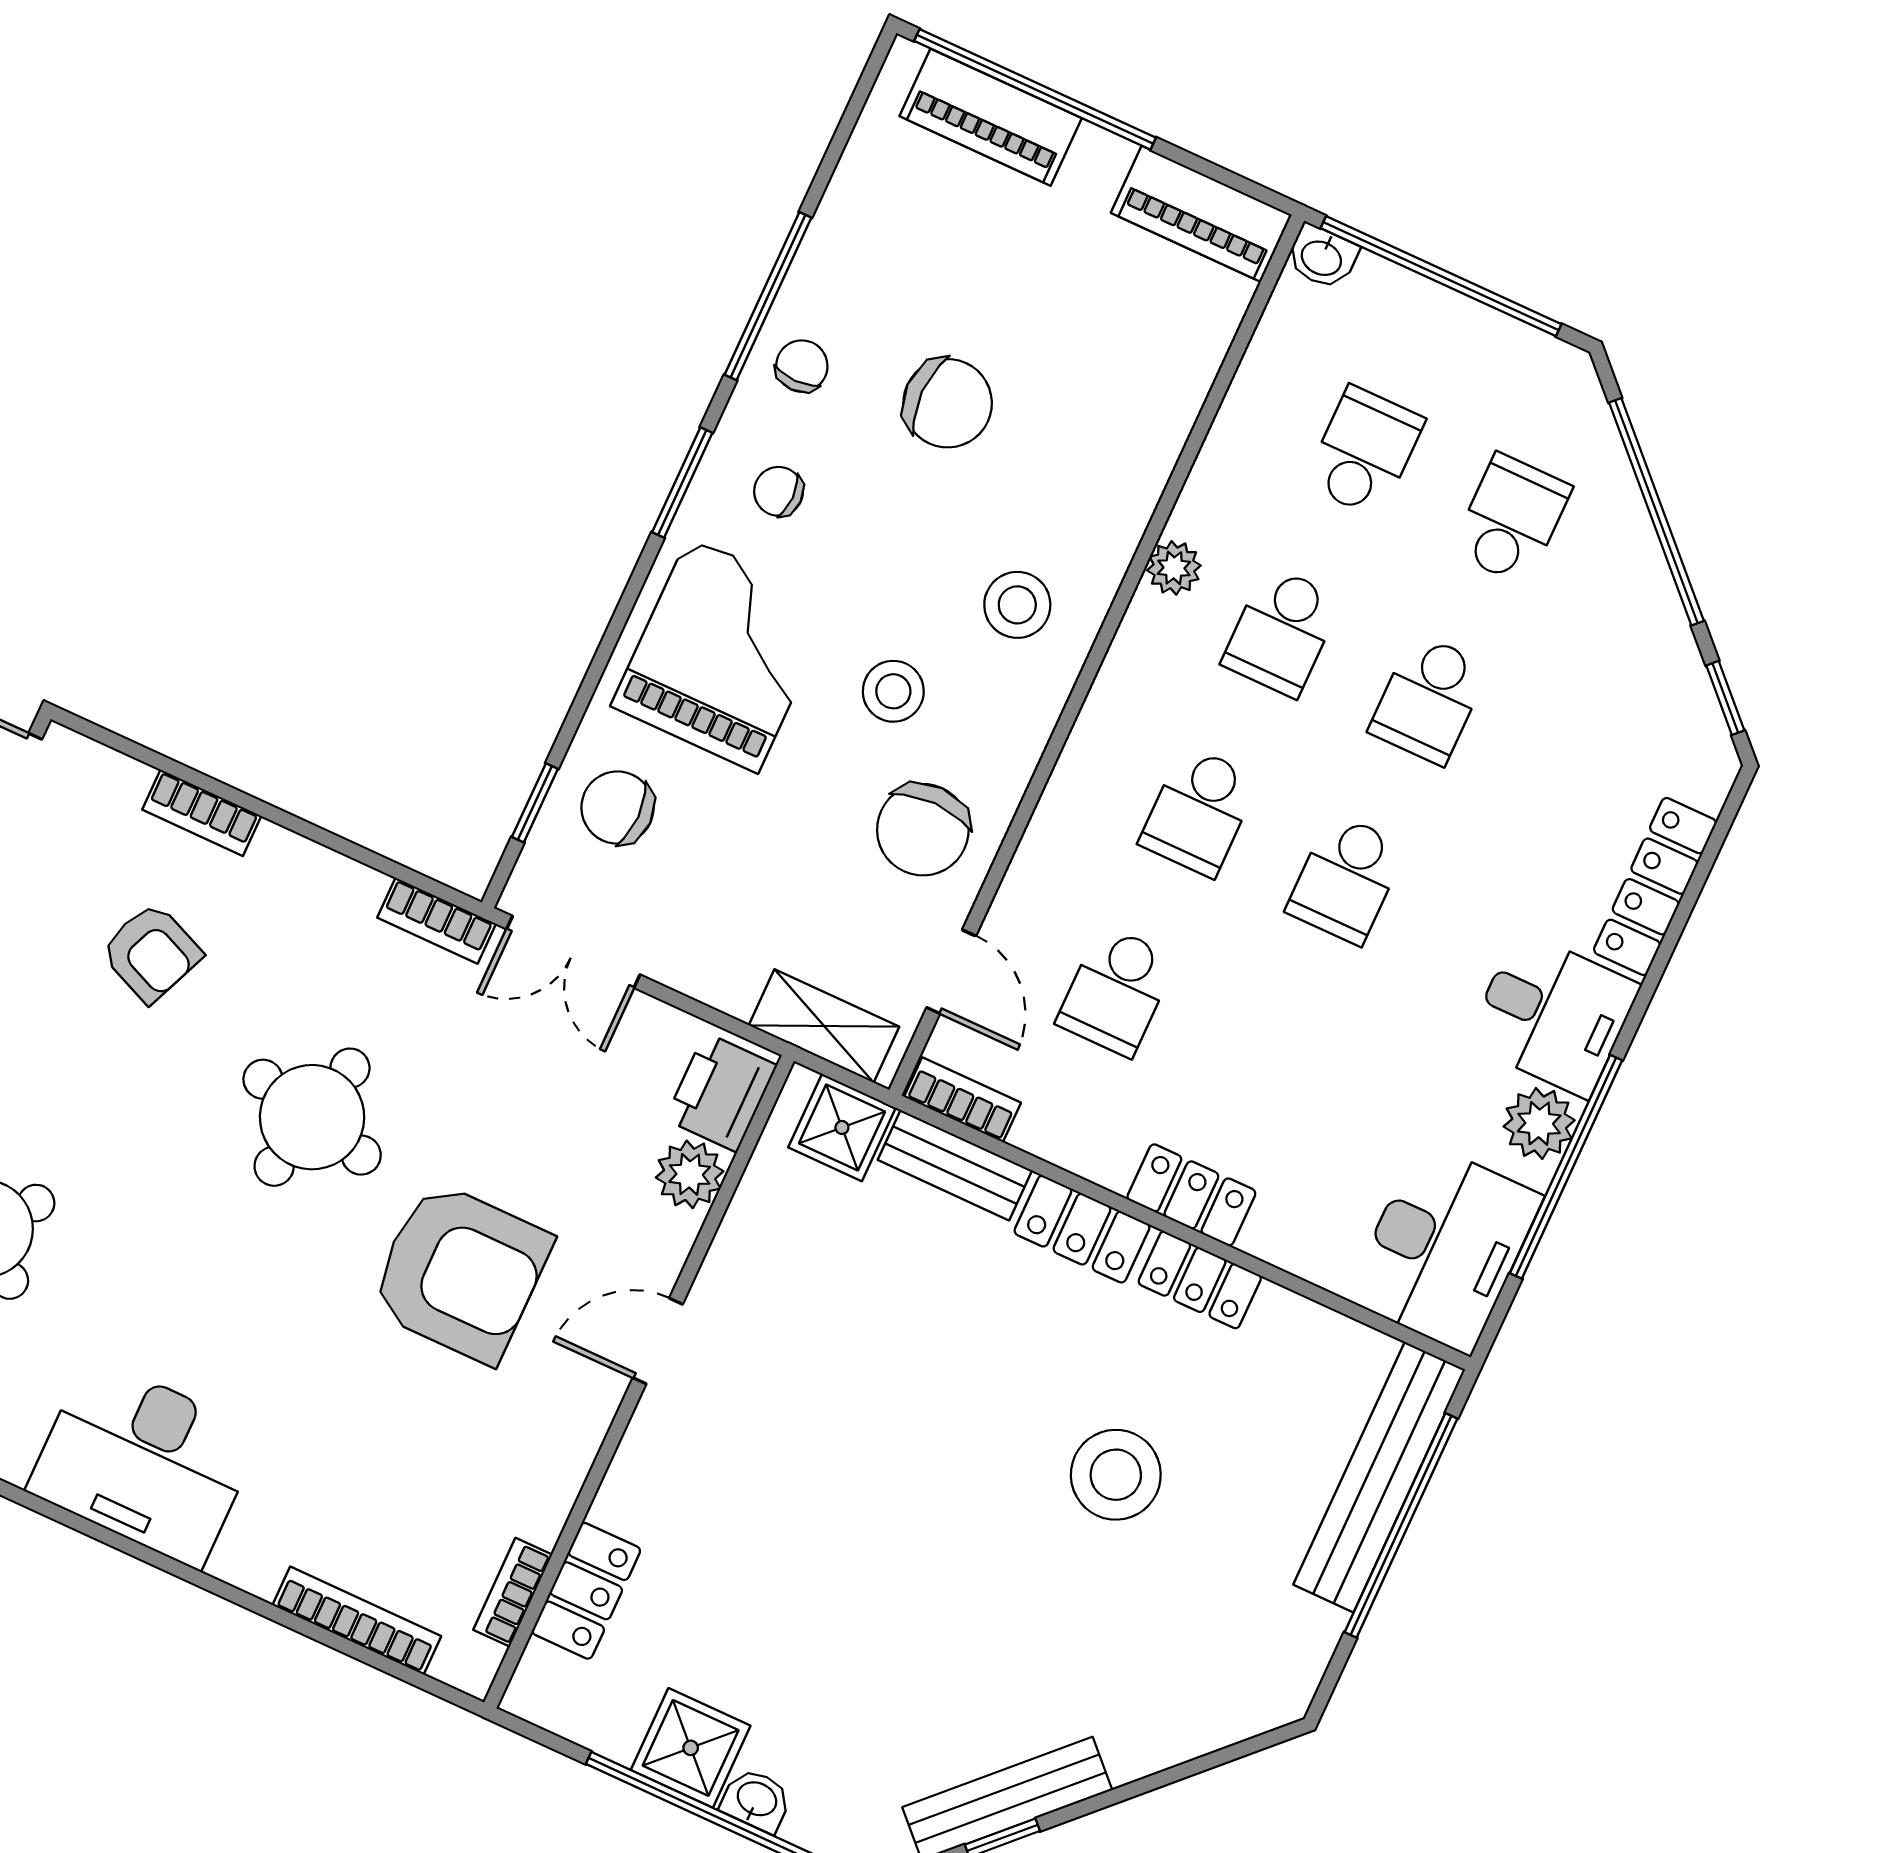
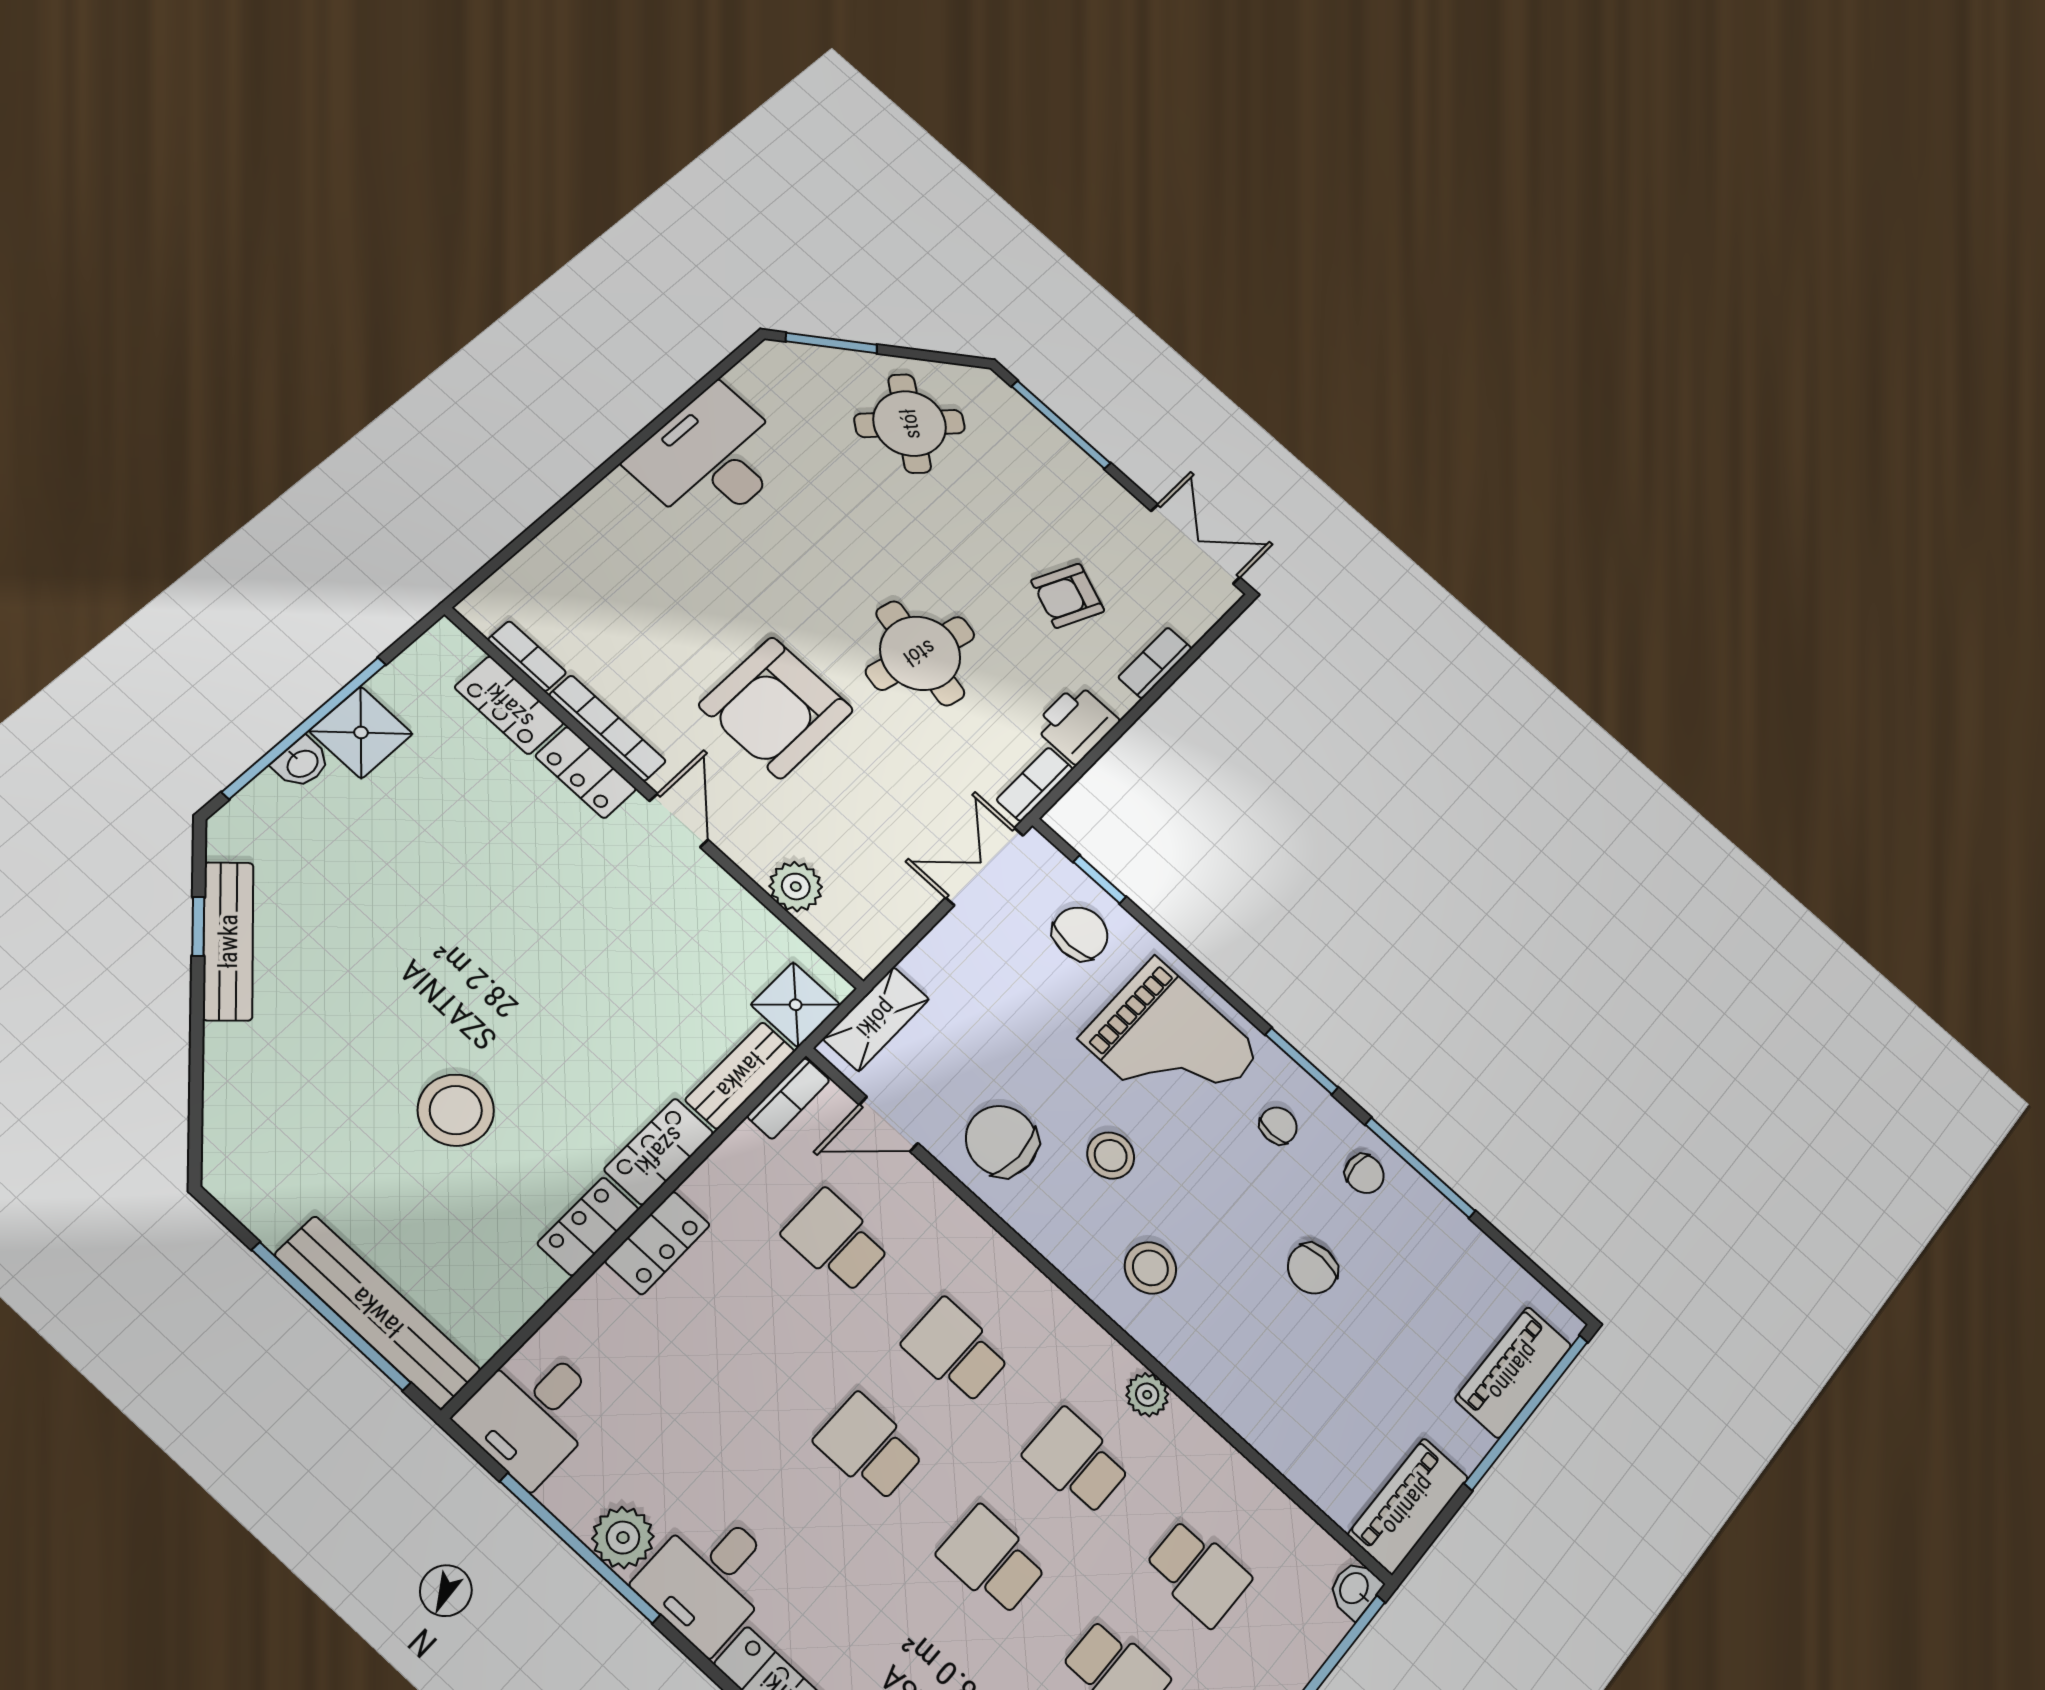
chair: (948, 403) -> (1312, 1269), width x0.73, depth x0.73
printer: (721, 1092) -> (1076, 723), moved, turned -90
desk: (1445, 1248) -> (532, 1413), width x0.73
locker: (639, 1471) -> (586, 772), added
bookcase: (357, 1621) -> (607, 728), moved, turned -90

